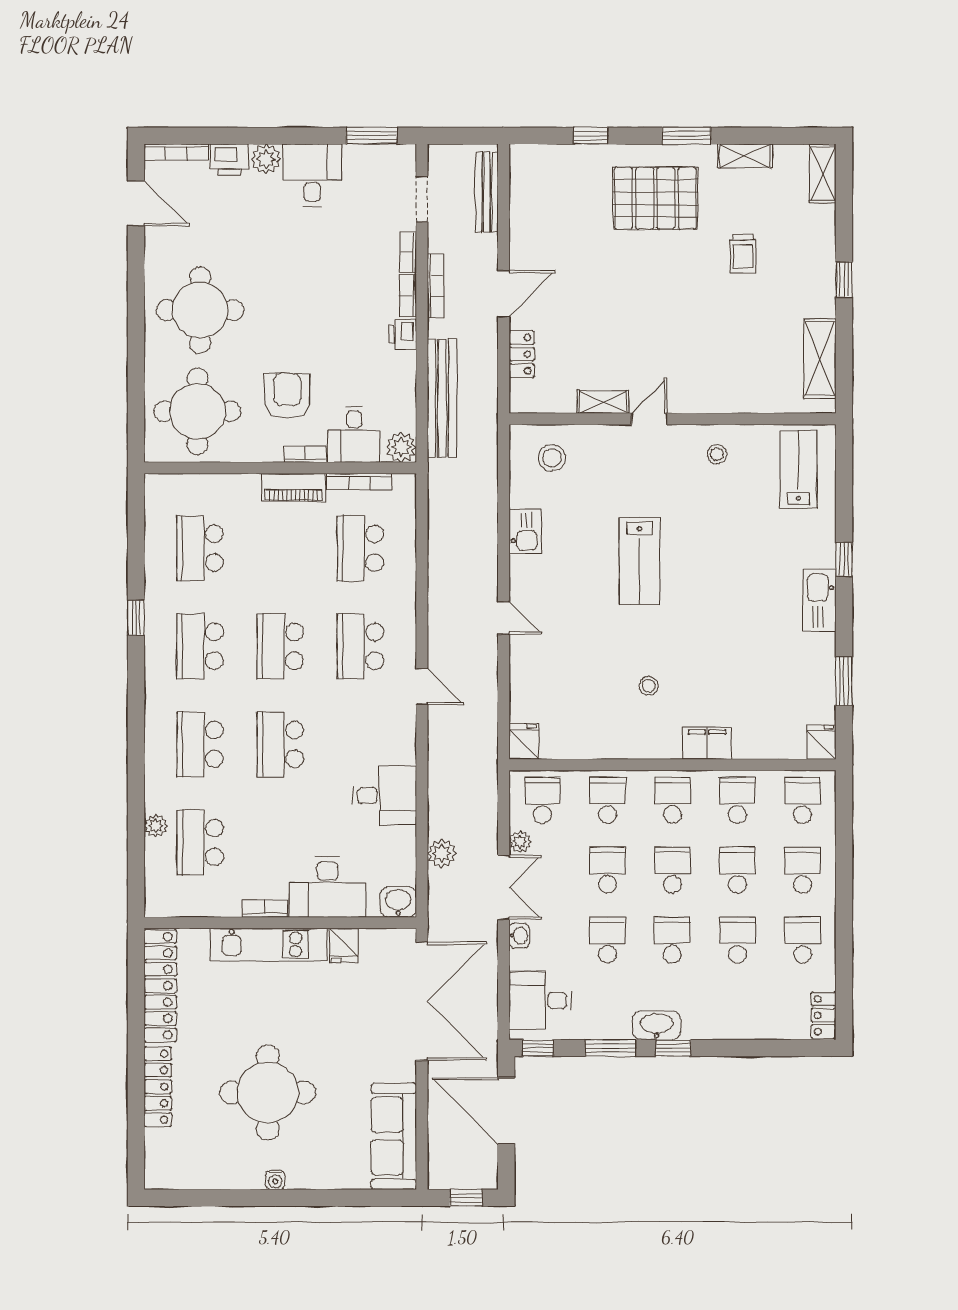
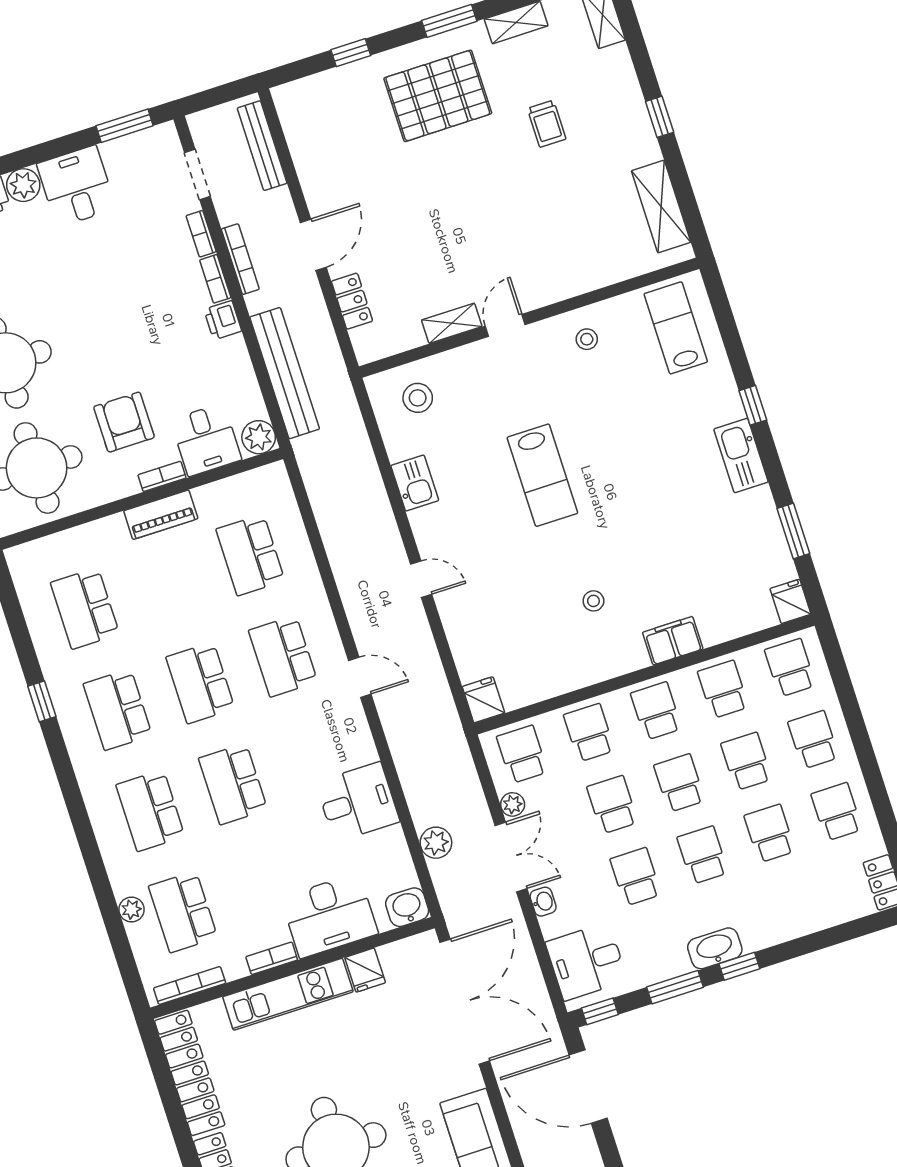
bookcase: (359, 482) -> (190, 986), moved, turned 180

